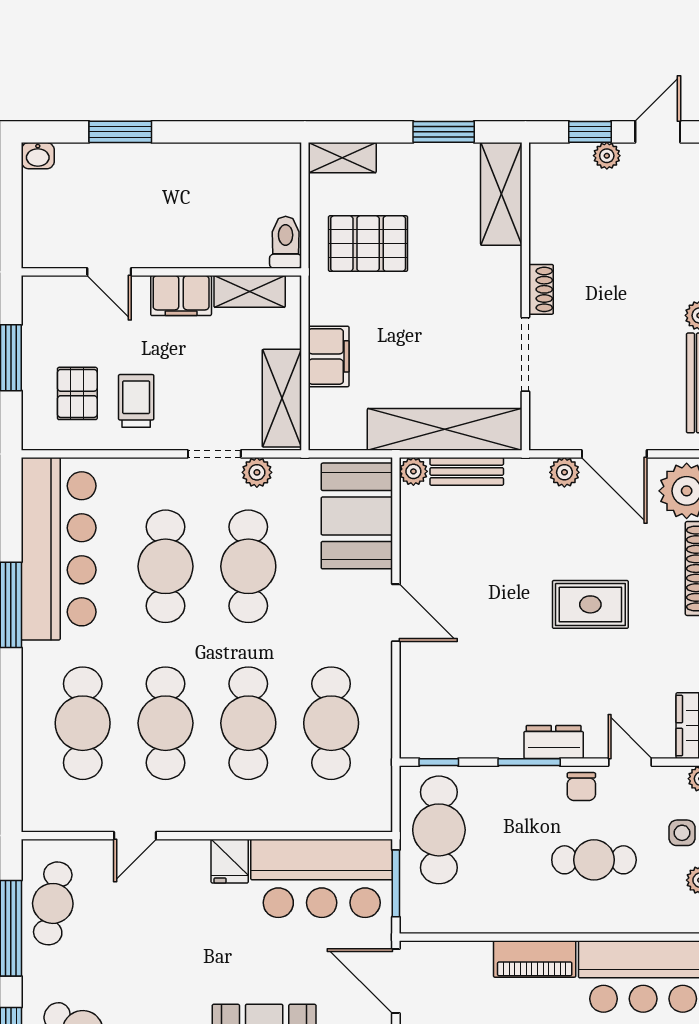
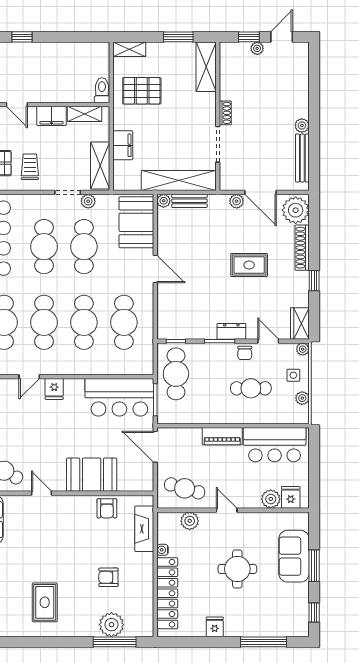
window: (120, 132) -> (22, 37), width x0.67
fridge: (230, 861) -> (54, 389), moved

